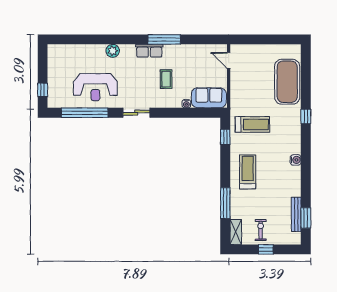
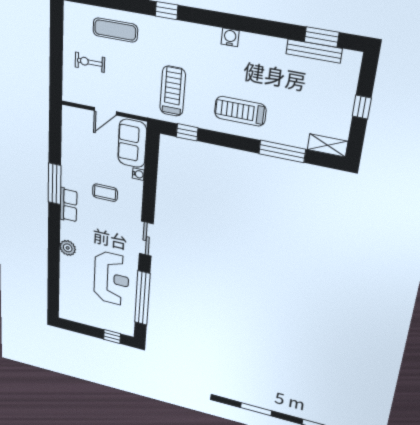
door: (229, 61) -> (105, 111), moved
exercise mat: (287, 82) -> (115, 30), width x0.50, depth x0.69
exercise bike: (261, 230) -> (90, 62), moved

